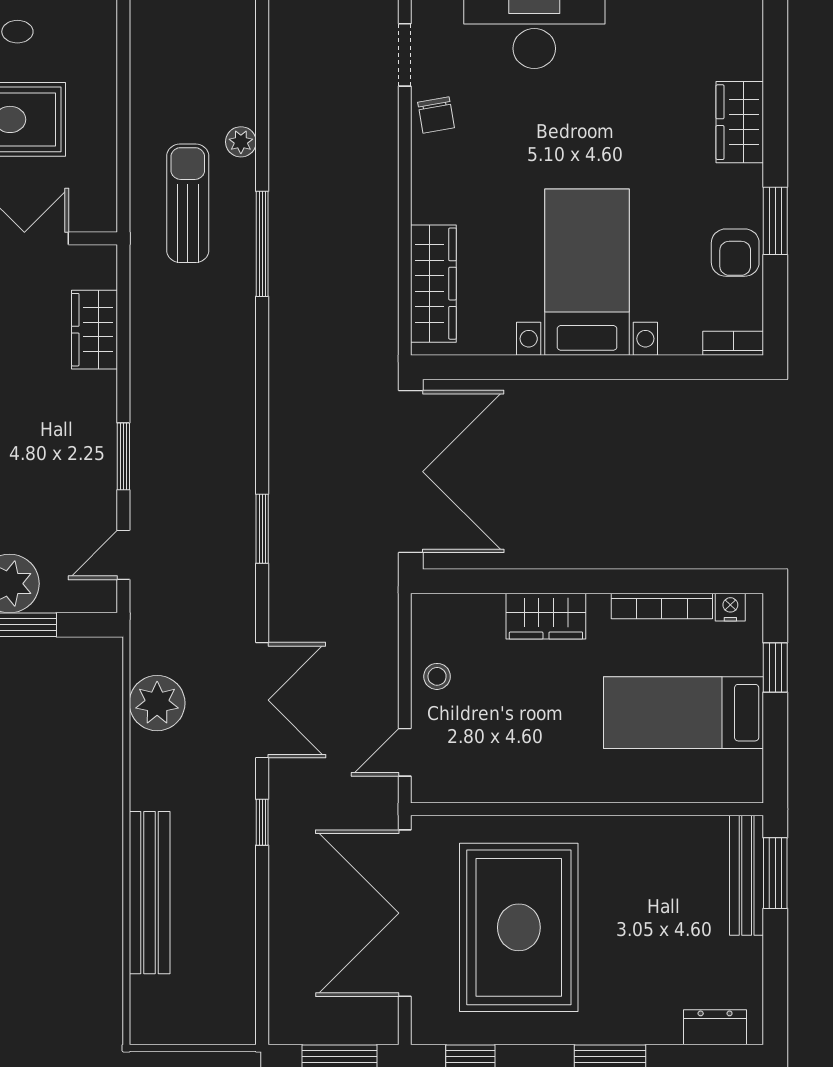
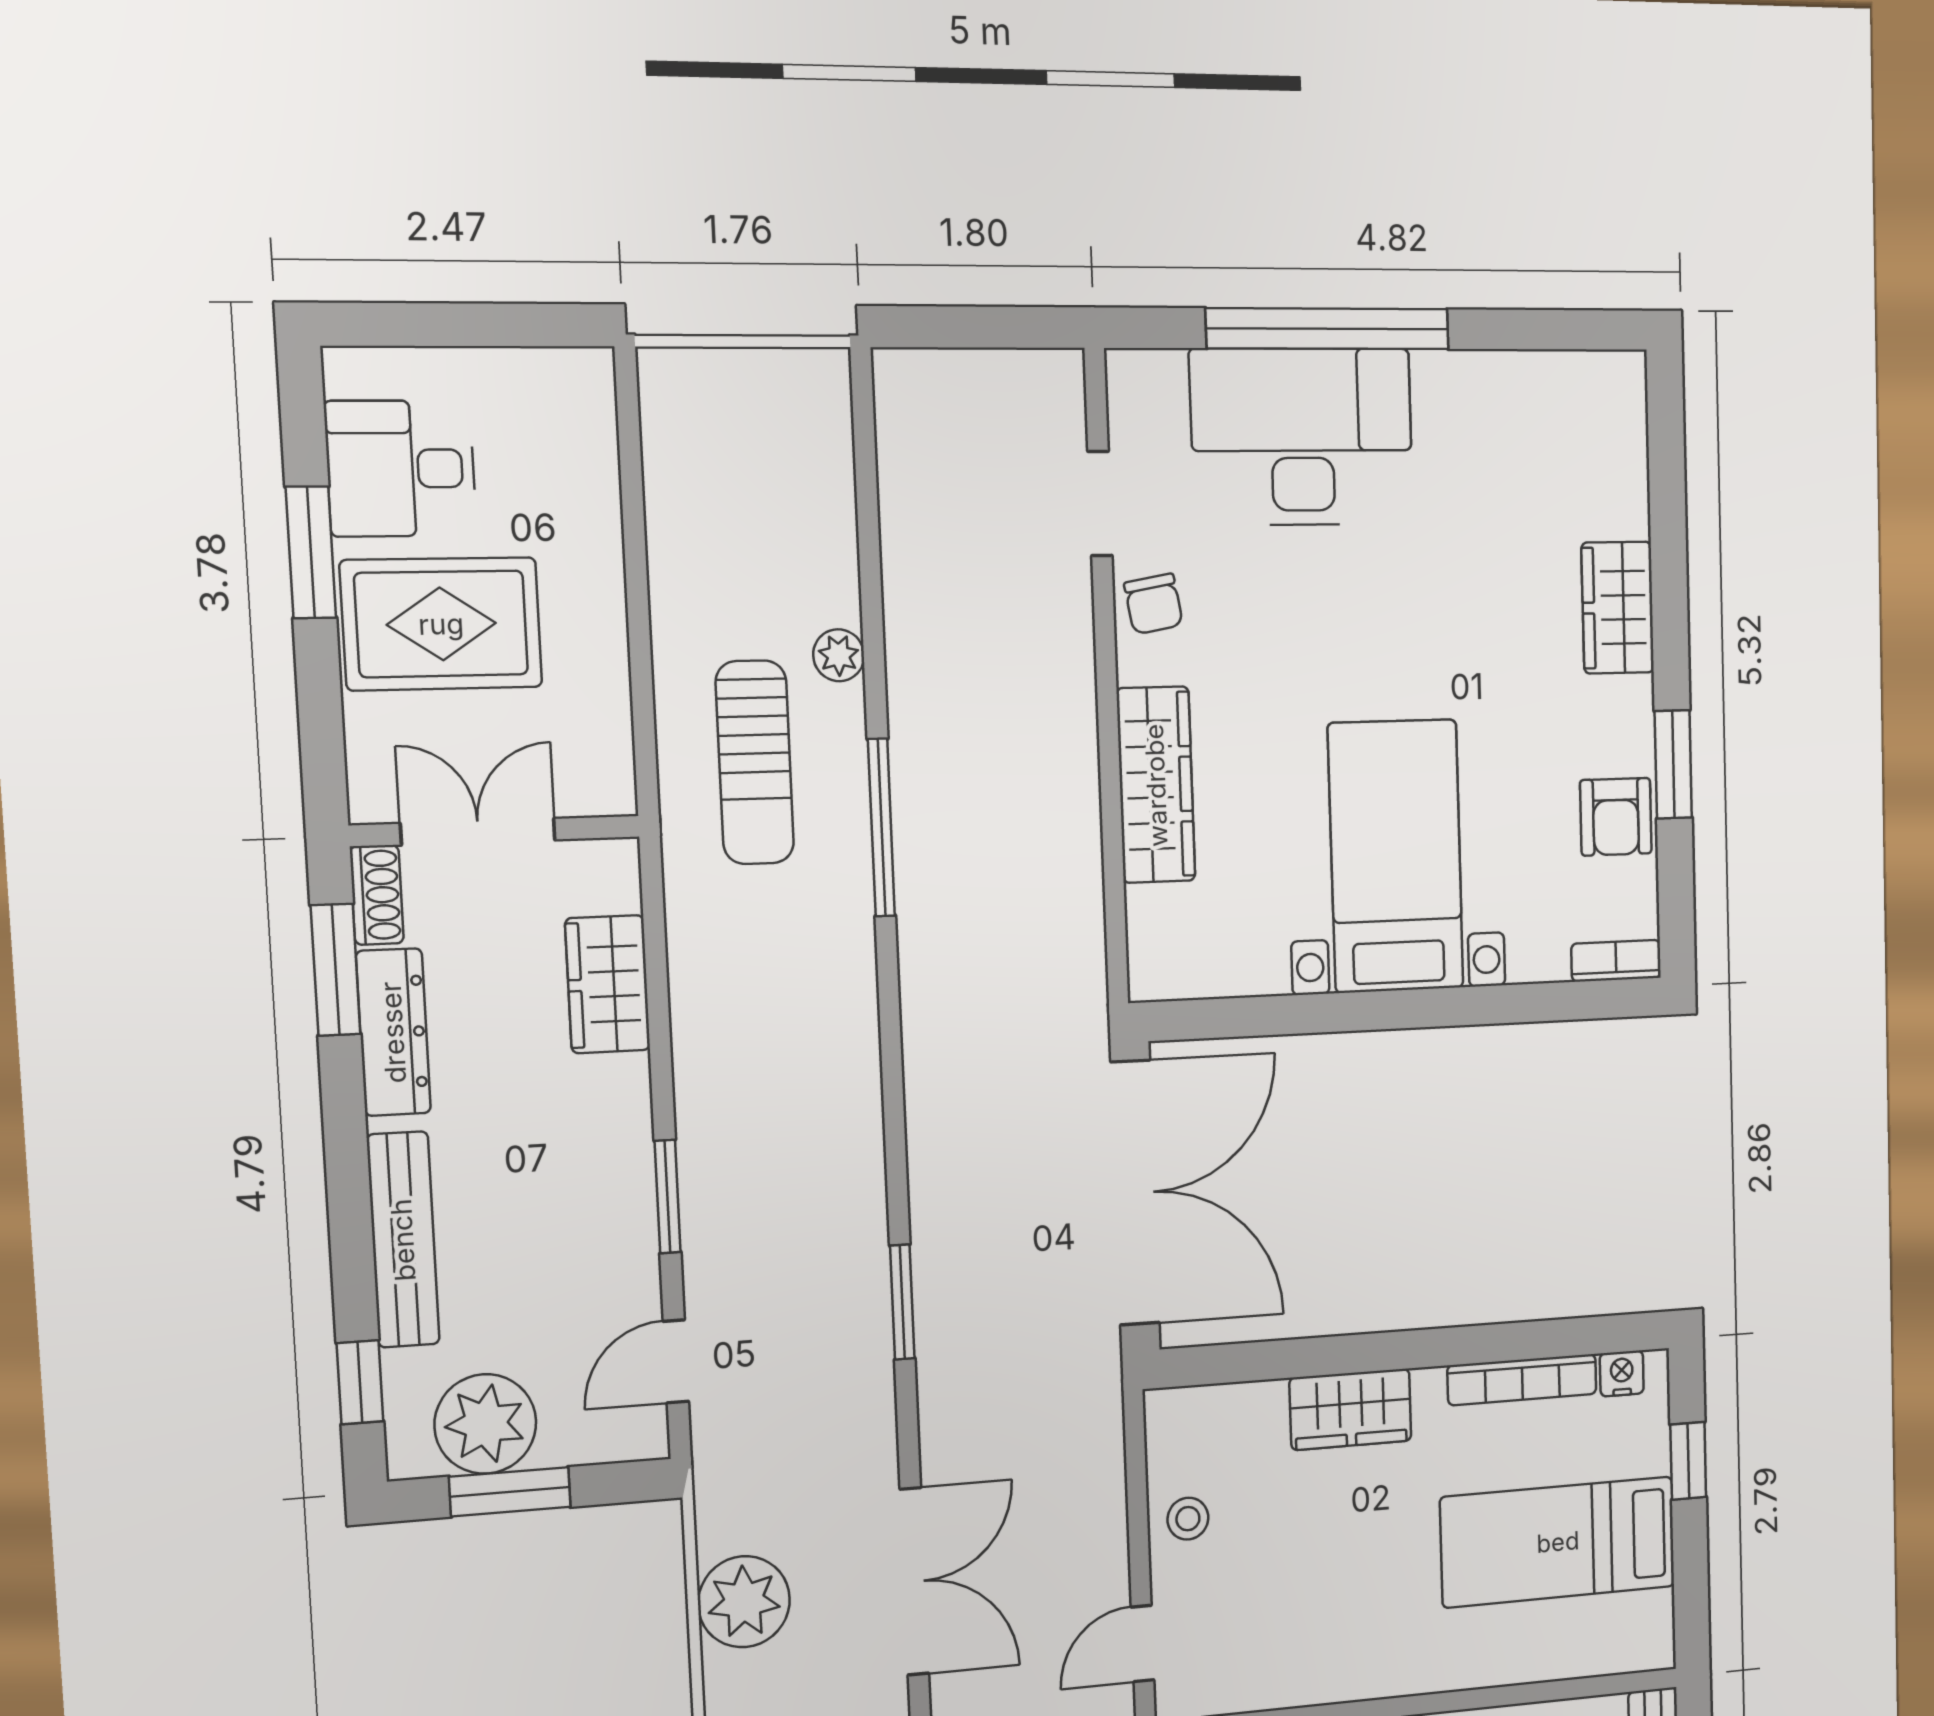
sun lounger: (188, 203) -> (755, 762), turned 180
wardrobe: (433, 284) -> (1156, 785), moved

